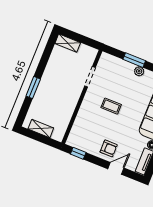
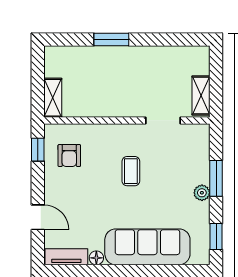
shelving: (68, 43) -> (201, 95), moved
shelving: (41, 128) -> (53, 98), moved
armchair: (109, 148) -> (69, 156), moved

